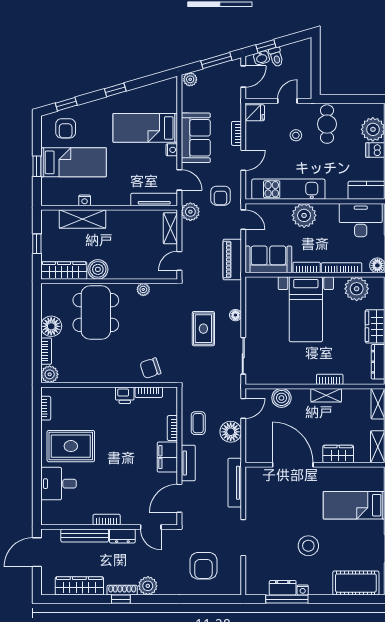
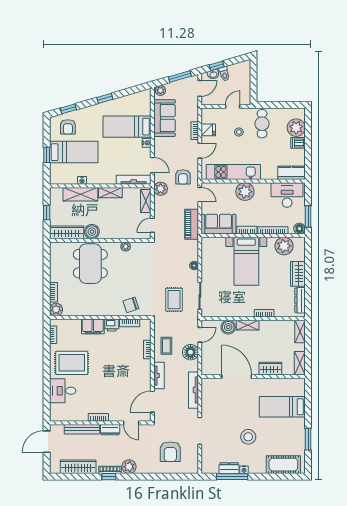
fridge: (255, 113) -> (208, 130), moved
sofa: (196, 138) -> (165, 118), moved
shelving: (123, 217) -> (110, 193), added
floor lamp: (51, 326) -> (57, 274), removed
rug: (203, 329) -> (174, 300), moved
shelving: (326, 395) -> (248, 325), moved
filing cabinet: (167, 457) -> (93, 326), moved, turned -90

